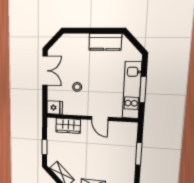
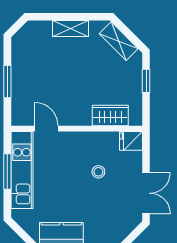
double door: (45, 71) -> (146, 193), swing flipped
door: (100, 118) -> (46, 129), moved

